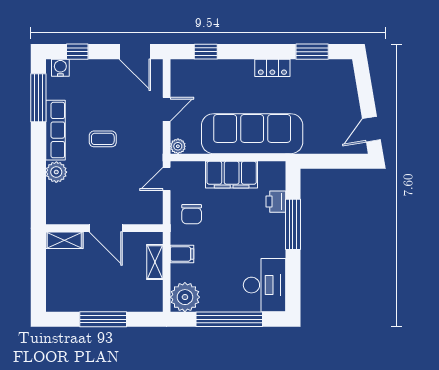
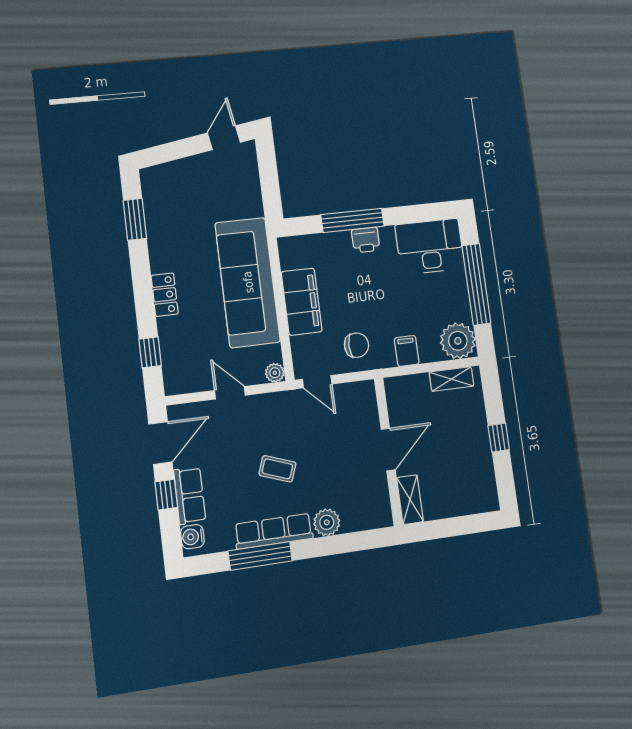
window: (77, 52) -> (166, 495), moved
locker: (272, 68) -> (165, 295), moved
row of seats: (92, 69) -> (190, 496), added
window: (38, 98) -> (260, 556), moved
door: (371, 129) -> (224, 138), swing flipped
coffee table: (103, 139) -> (277, 469), turned -70
printer: (276, 202) -> (366, 240), moved
shelving: (155, 262) -> (451, 379), moved
window: (103, 319) -> (499, 438), width x0.46

